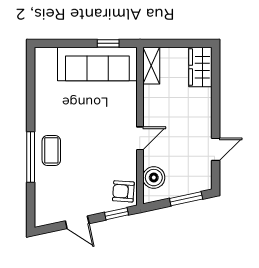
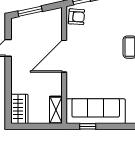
door: (140, 138) -> (64, 56), width x1.87
boiler: (154, 178) -> (54, 27), removed

